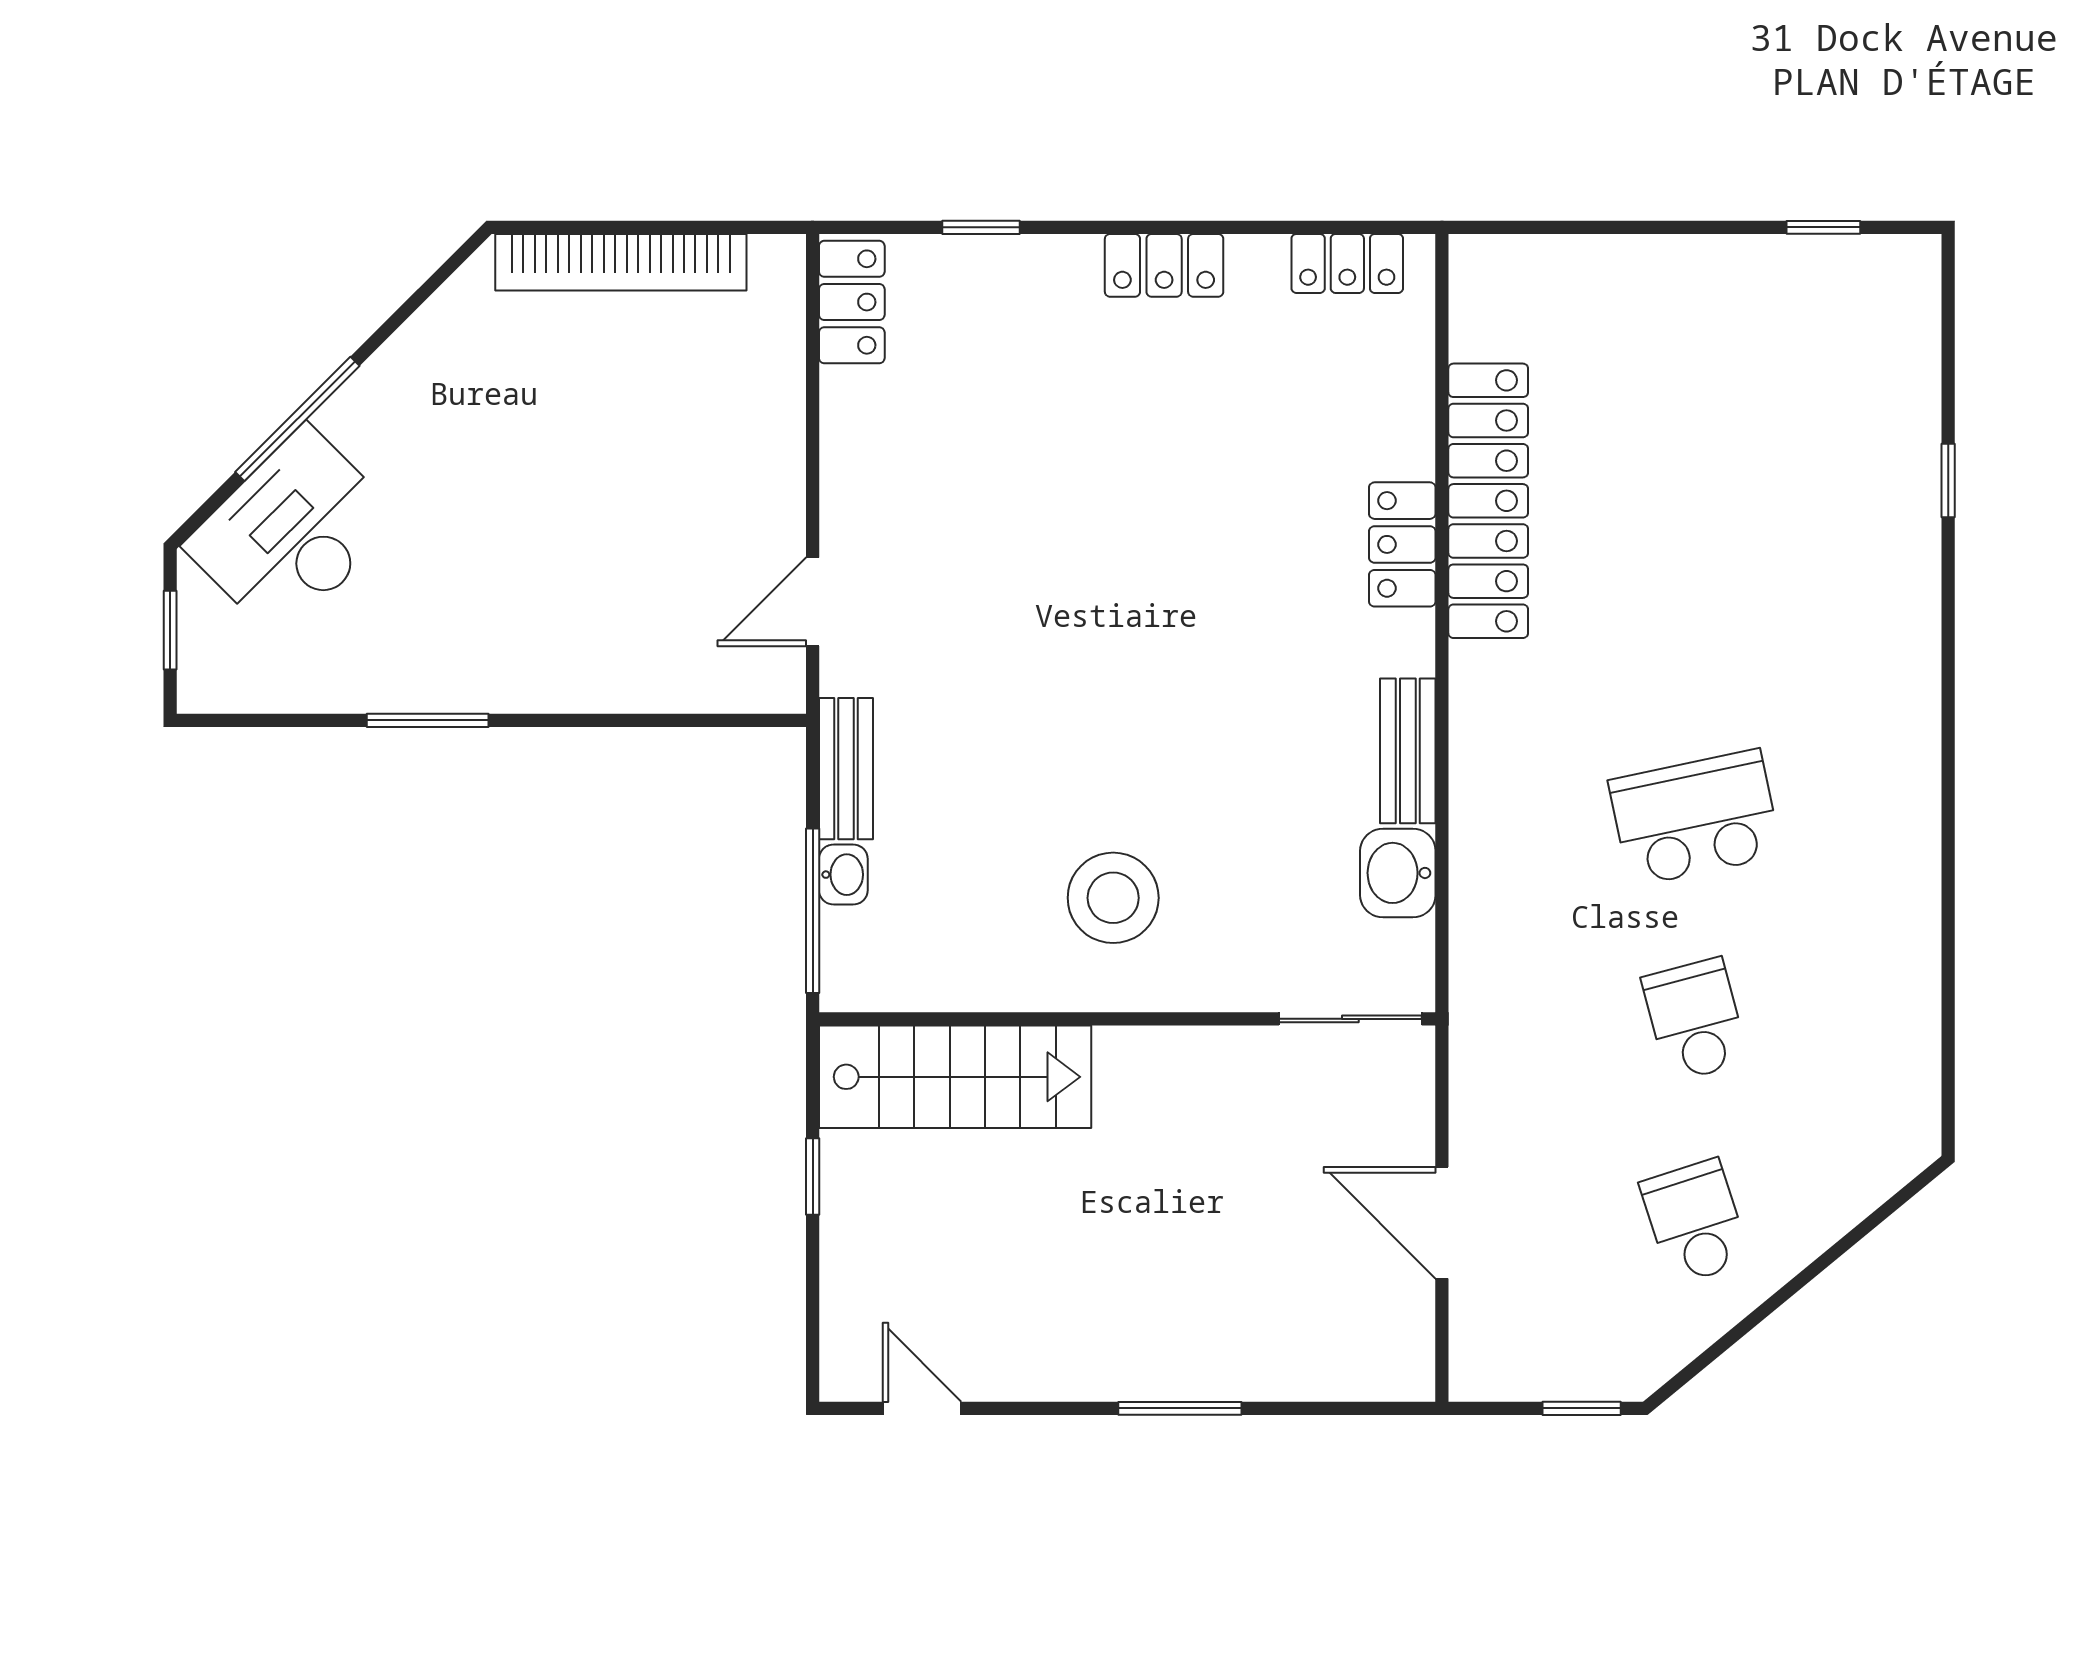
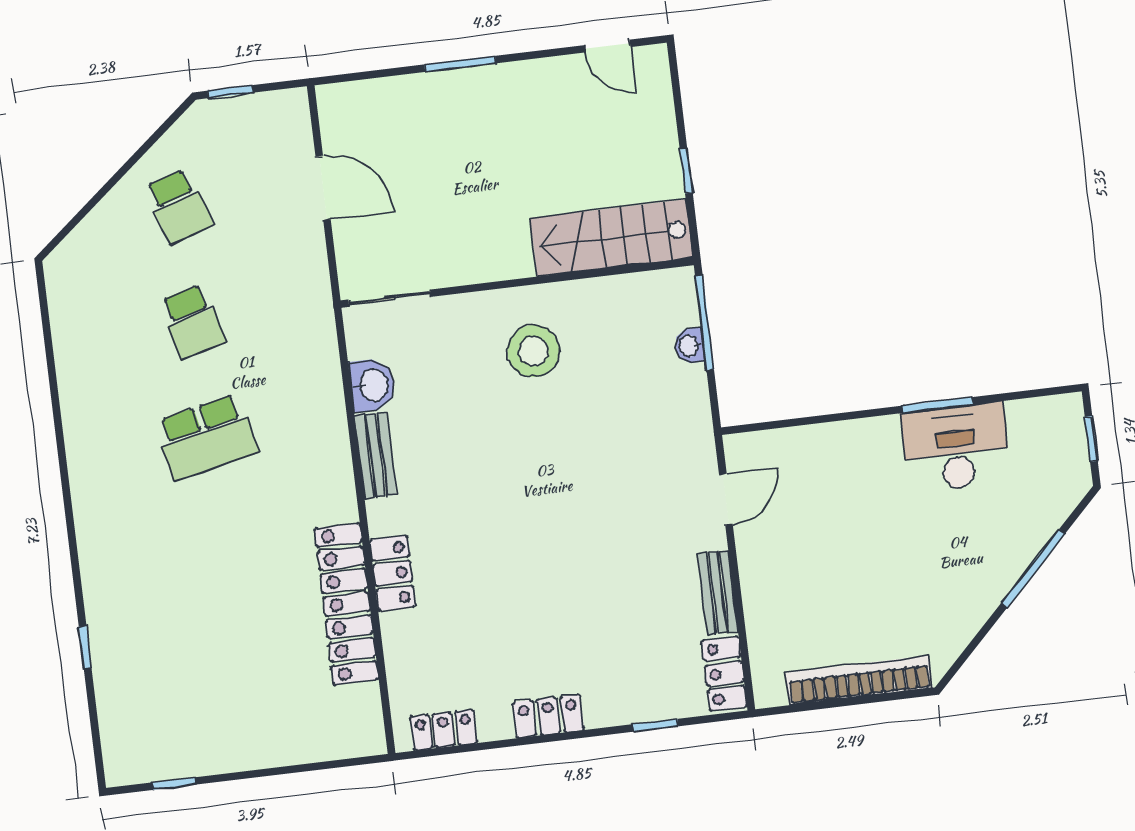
desk: (292, 533) -> (956, 447), moved, turned -135
bench: (846, 769) -> (718, 593), moved

